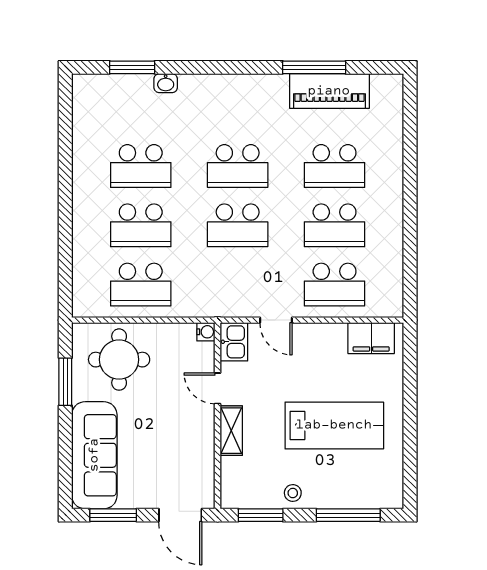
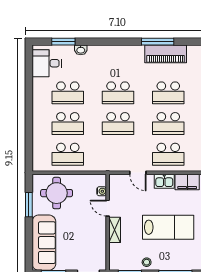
desk: (100, 109) -> (47, 63), added
water cooler: (206, 332) -> (102, 191), moved
kitchen sink: (234, 342) -> (164, 181), moved, turned 90

